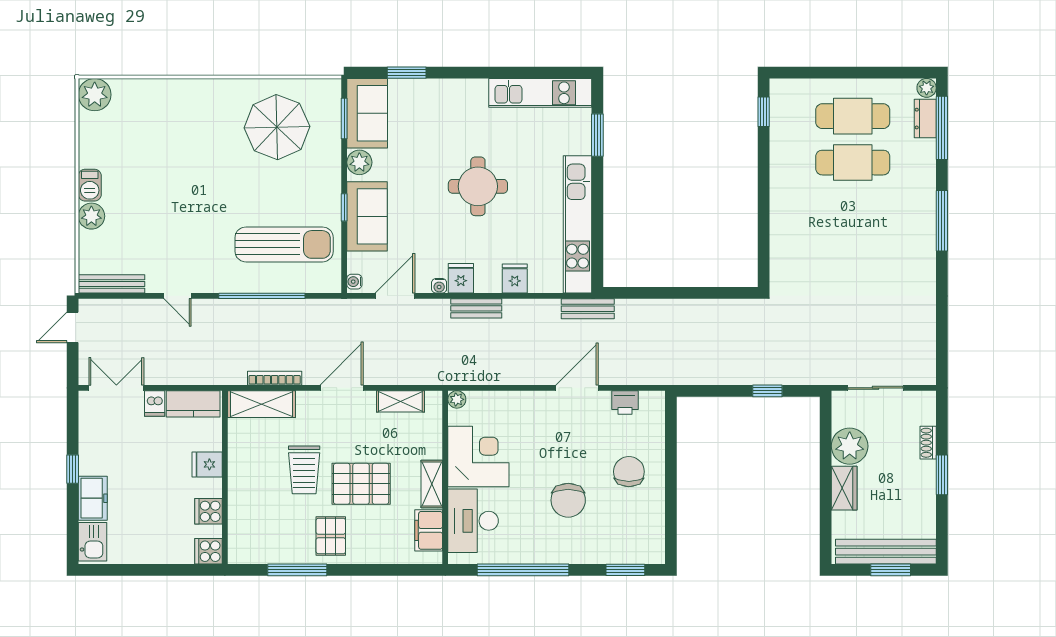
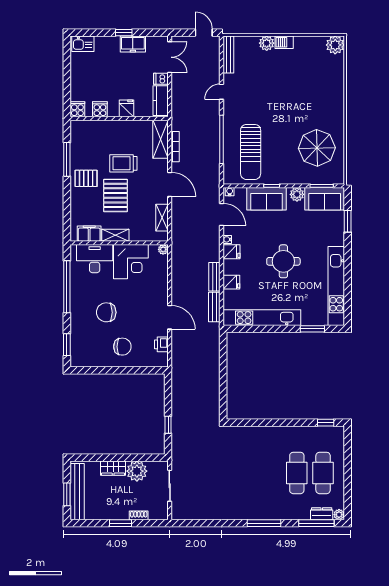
kitchen unit: (540, 93) -> (336, 286), width x1.36
bench: (476, 308) -> (214, 277), moved
bench: (588, 309) -> (214, 307), moved
freezer: (93, 498) -> (133, 44), moved

